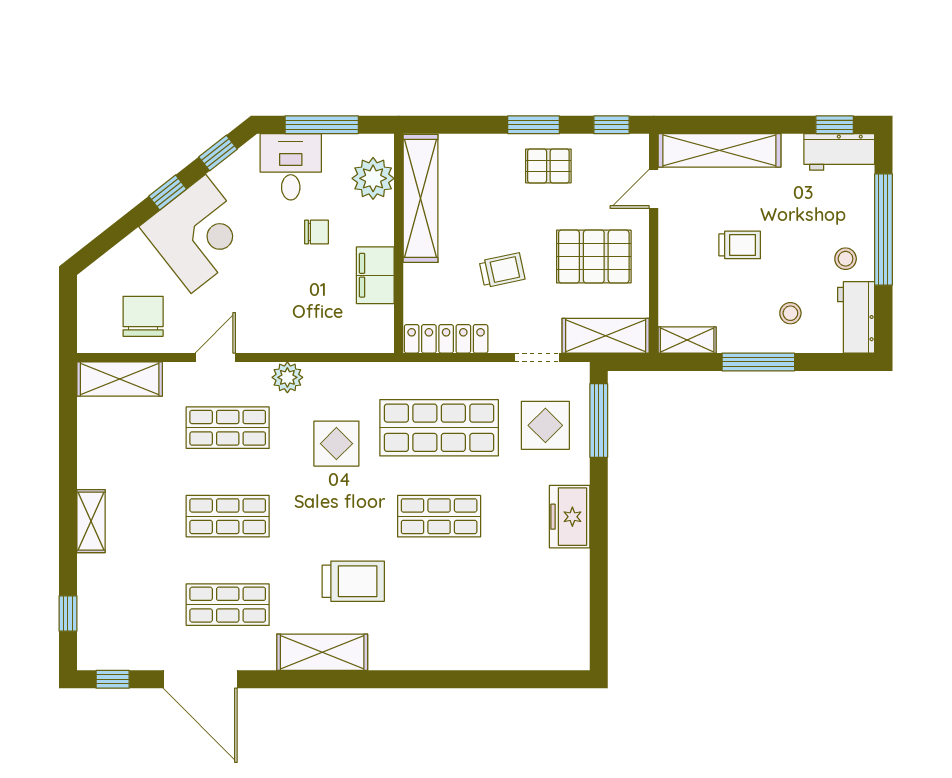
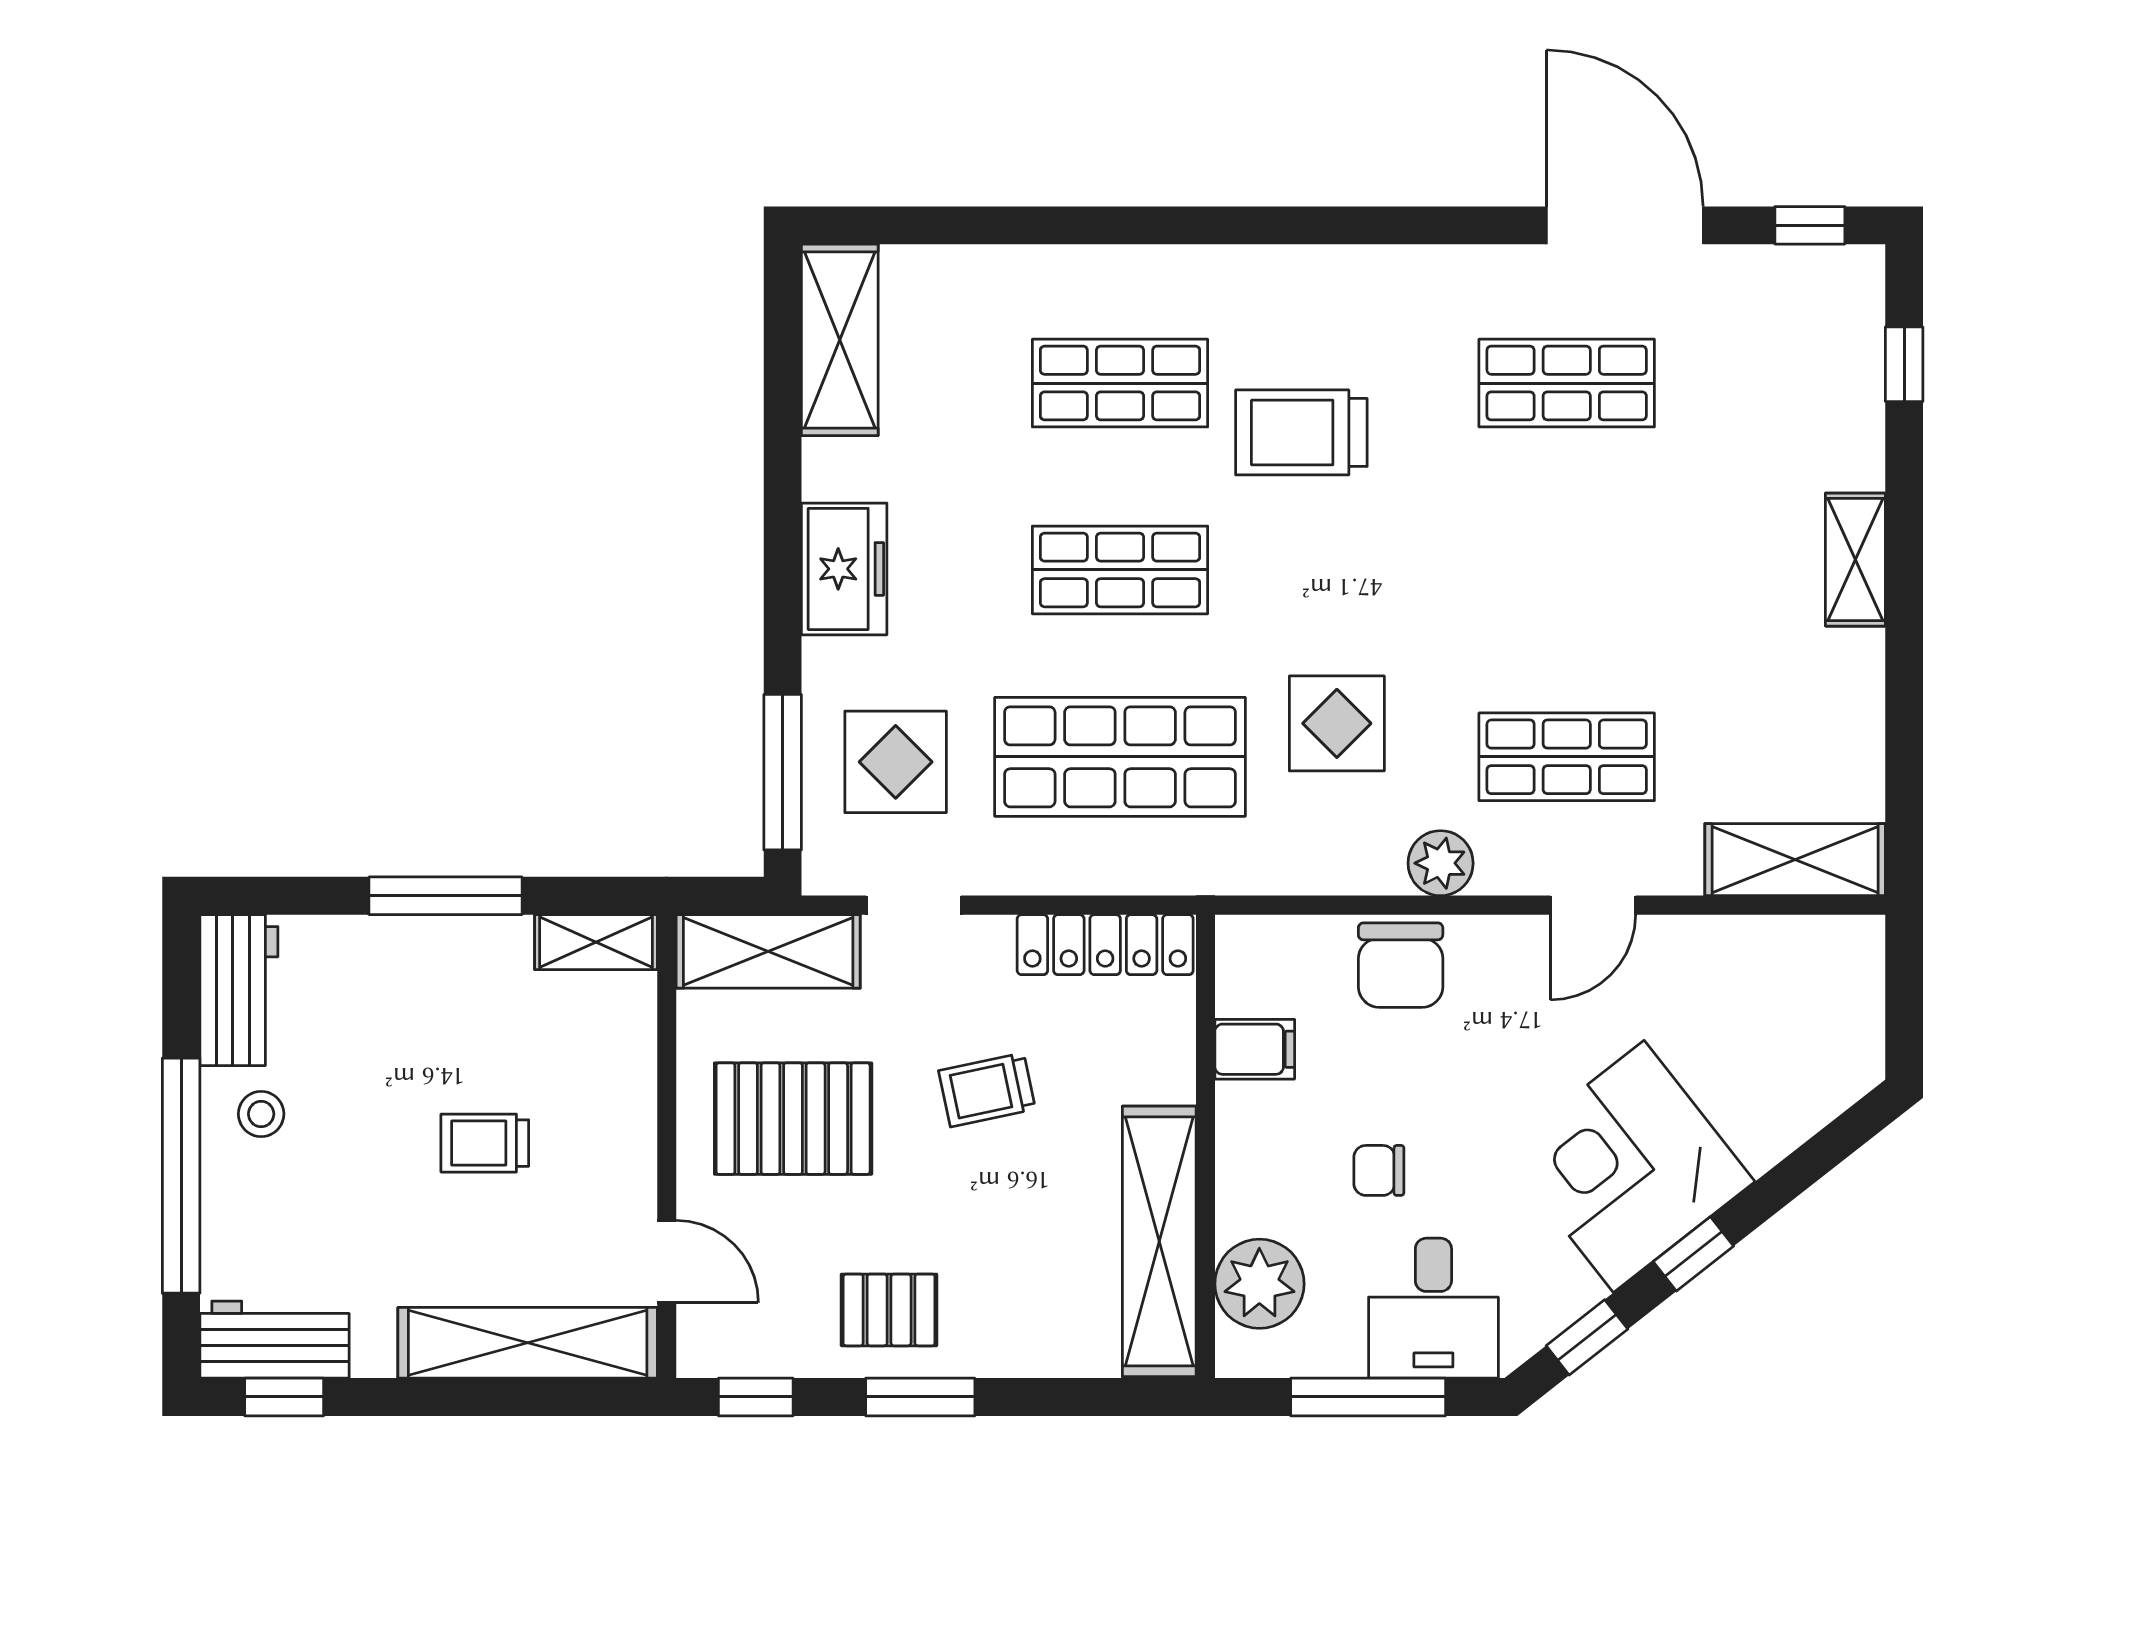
door: (654, 189) -> (667, 1261), hinge flipped
filing cabinet: (375, 275) -> (1255, 1049), width x0.50
stool: (790, 313) -> (378, 999), removed
chair: (143, 316) -> (1401, 965), moved
shop shelf: (228, 516) -> (1120, 383), moved
shelving: (322, 652) -> (840, 340), moved, turned 90

